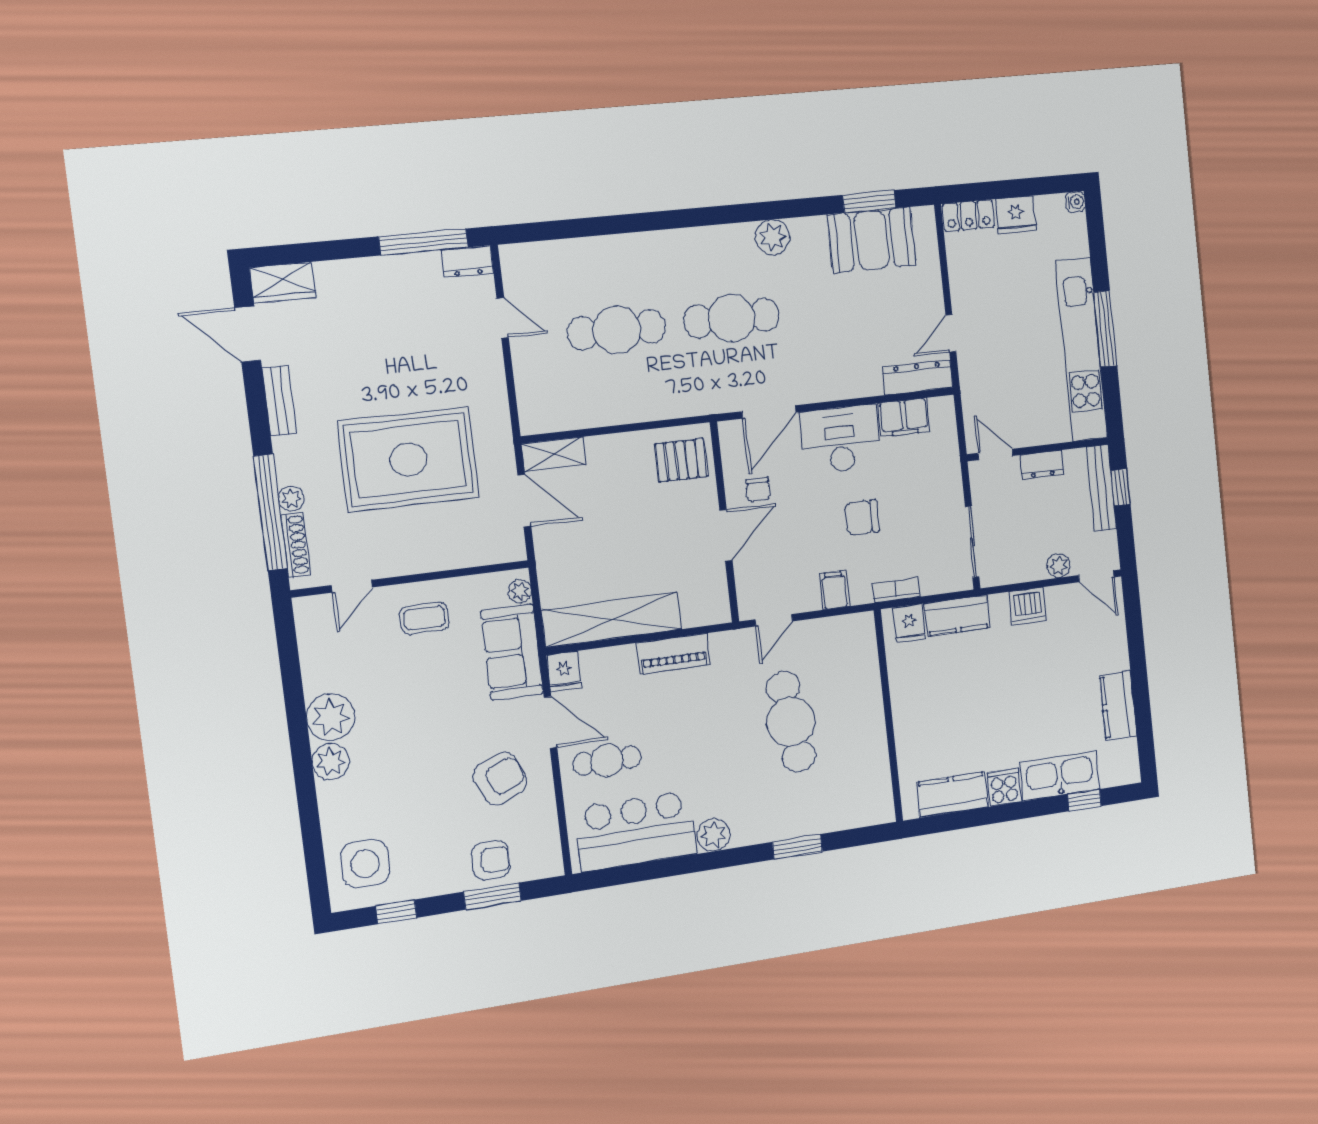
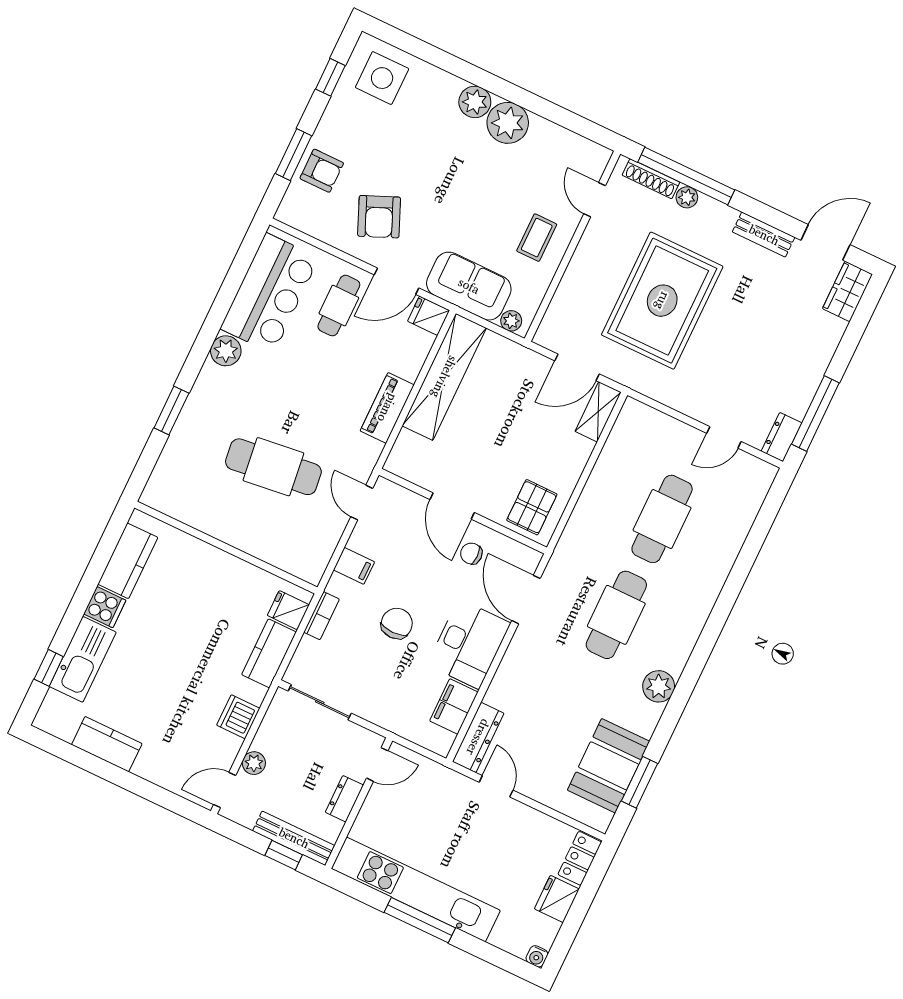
armchair: (491, 860) -> (322, 171), turned -90

